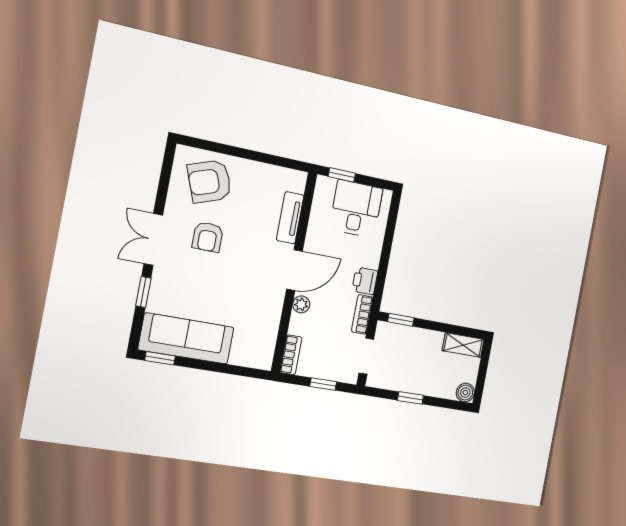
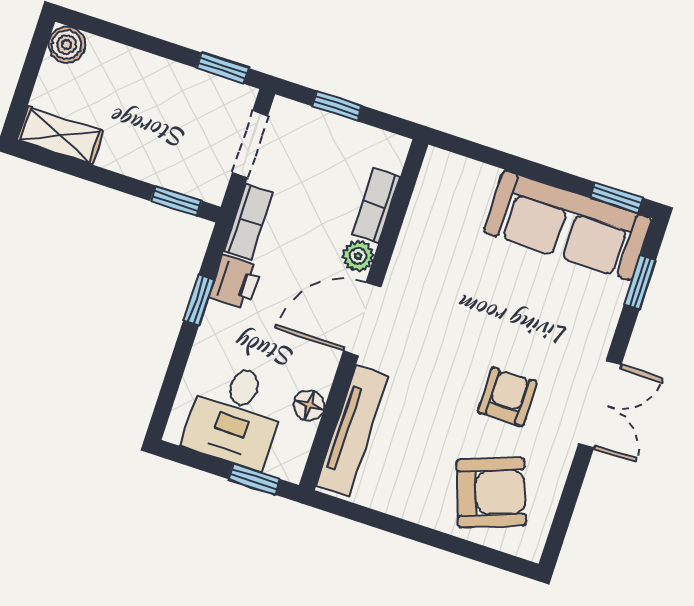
tv unit: (290, 218) -> (352, 431), width x1.41
floor lamp: (317, 219) -> (309, 405), added
window: (383, 269) -> (199, 300), added
window: (143, 292) -> (640, 282), moved
bookcase: (291, 355) -> (376, 205), moved
window: (410, 398) -> (222, 68), moved

